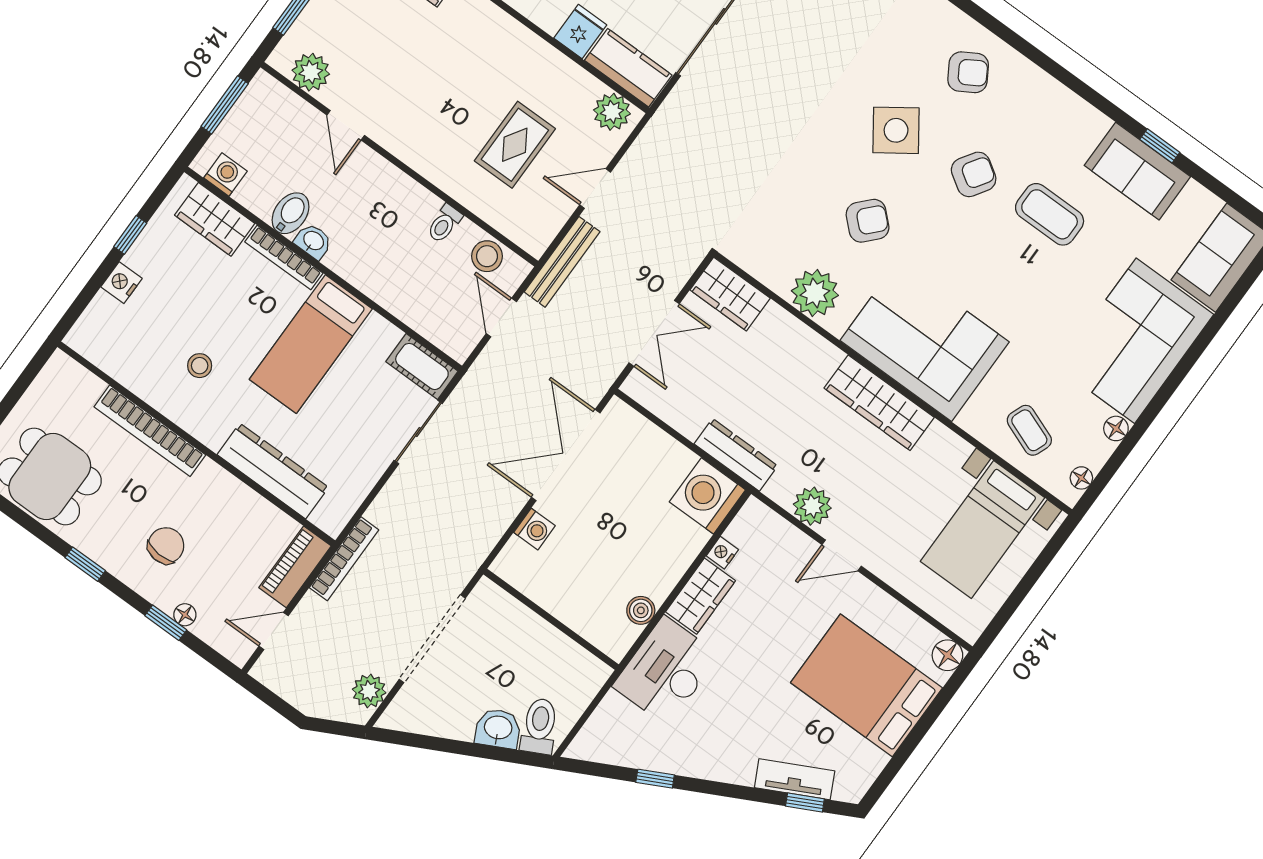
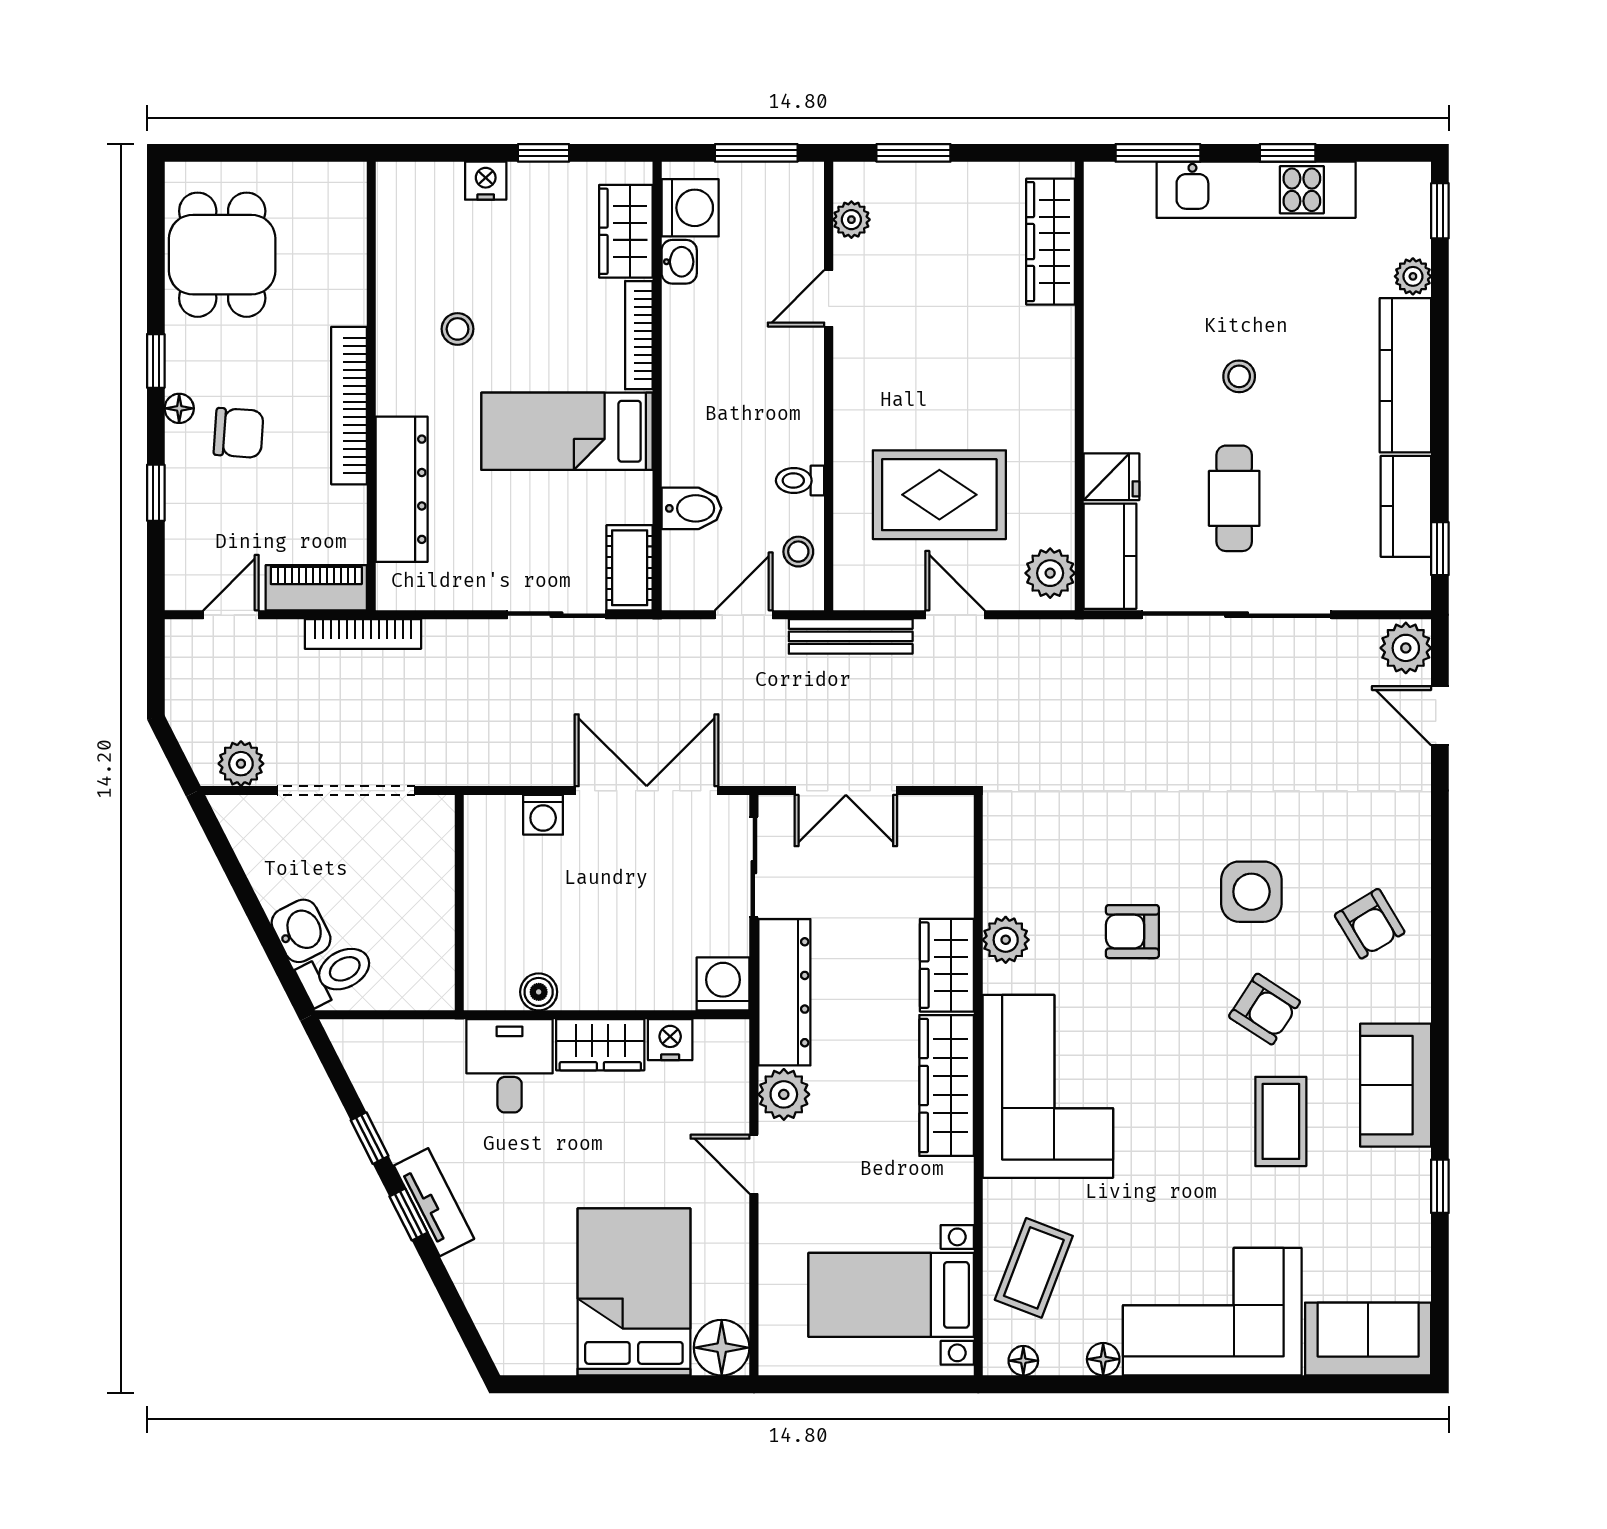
plant: (311, 72) -> (851, 220), width x0.73, depth x0.73
side table: (896, 130) -> (1251, 892), turned 35
rug: (515, 145) -> (939, 495), width x1.36, depth x1.43
sofa: (1137, 171) -> (1396, 1085), moved
washing machine: (225, 174) -> (690, 208), width x1.38, depth x1.38
bidet: (291, 213) -> (691, 508), moved
armchair: (868, 221) -> (1132, 932), turned 137
washbasin: (313, 241) -> (679, 262), moved
stool: (487, 256) -> (798, 552), width x0.73, depth x0.73
plant: (815, 293) -> (1006, 940), width x0.73, depth x0.73
wardrobe: (730, 294) -> (947, 965), moved
sliding door: (660, 423) -> (754, 867), added
coffee table: (1029, 430) -> (1034, 1268), width x1.36, depth x1.30
bookcase: (150, 431) -> (349, 406), moved
dresser: (736, 455) -> (784, 992), width x1.37, depth x1.24
washing machine: (707, 496) -> (723, 984), width x0.73, depth x0.73
nightstand: (722, 553) -> (670, 1040), width x1.39, depth x1.35
floor lamp: (185, 615) -> (179, 408), moved
door: (274, 631) -> (231, 615), hinge flipped
floor lamp: (947, 655) -> (722, 1348), width x1.38, depth x1.38
desk: (666, 671) -> (510, 1066), width x0.73
tv unit: (795, 779) -> (434, 1202), moved
window: (805, 802) -> (408, 1215), moved

